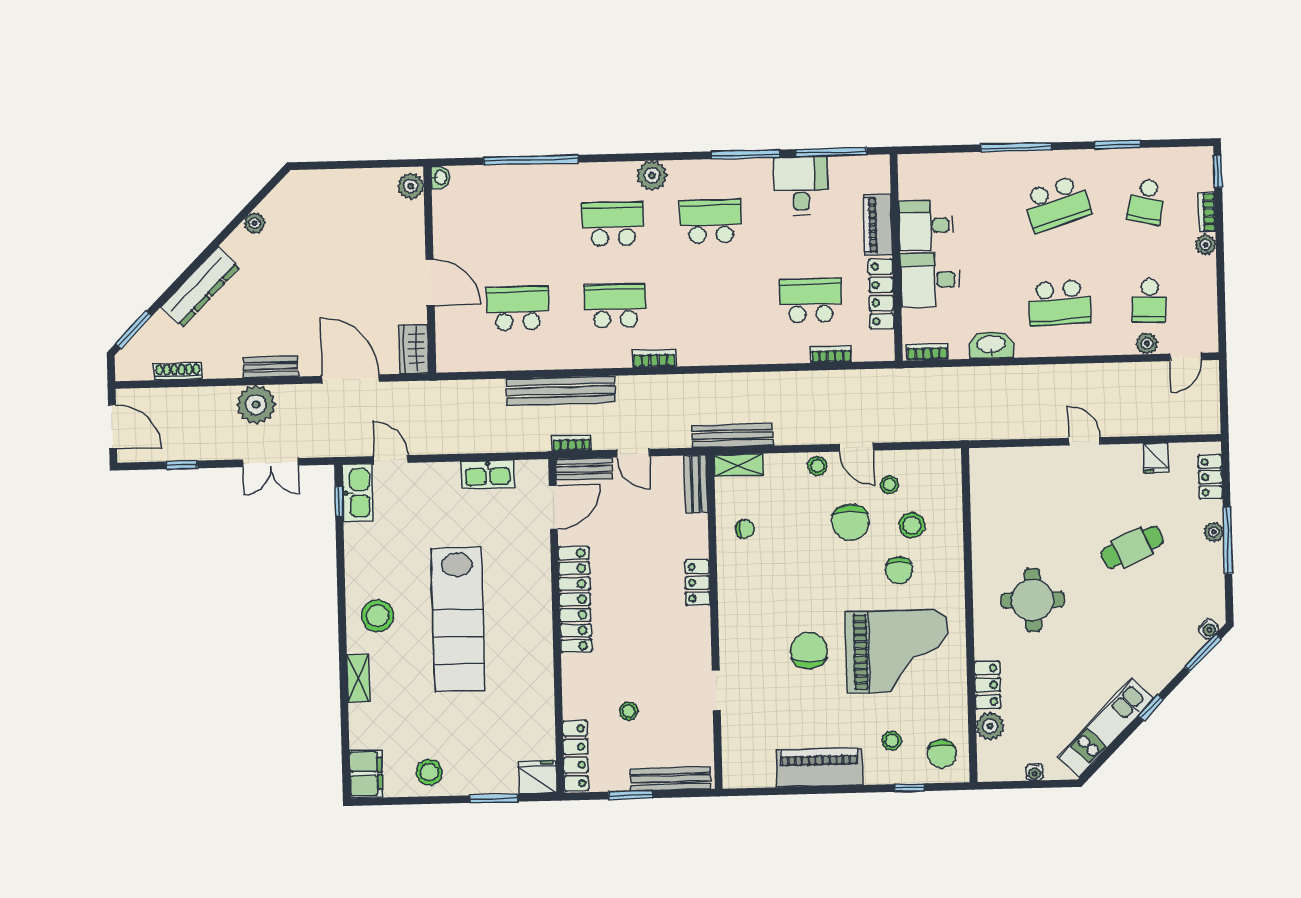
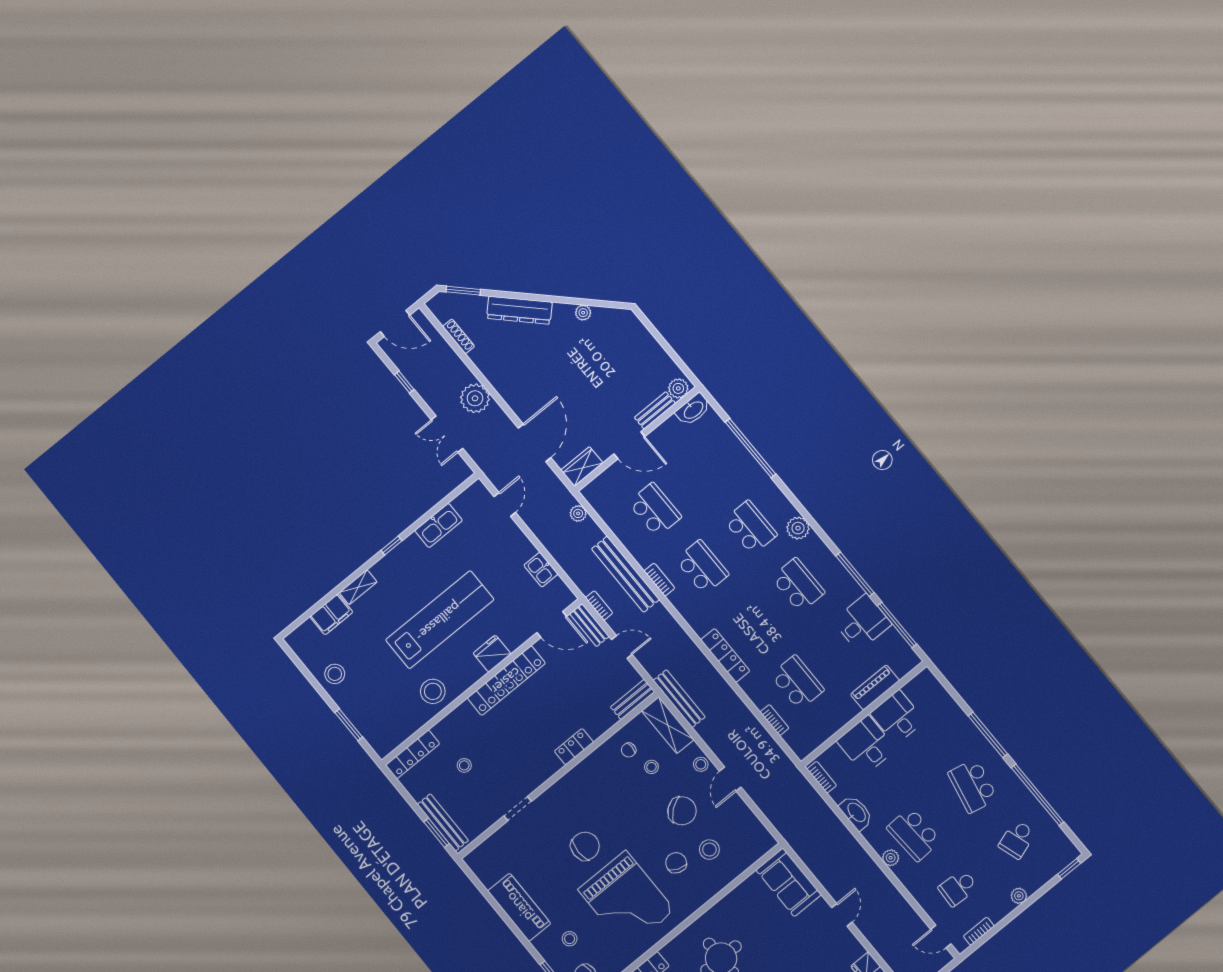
window: (1117, 145) -> (1037, 795), width x2.11
washbasin: (440, 177) -> (693, 410), width x1.91, depth x1.45
school desk: (1147, 201) -> (1017, 839), turned -30
school desk: (1057, 204) -> (973, 786), turned 30
bookcase: (1207, 212) -> (979, 931), moved
door: (430, 283) -> (629, 445), hinge flipped
locker: (881, 294) -> (725, 655), moved, turned 90
plant: (1147, 343) -> (891, 858), moved
bookcase: (654, 358) -> (659, 580), moved
bench: (271, 367) -> (655, 410), moved, turned 90
plant: (460, 391) -> (578, 513), added
door: (113, 427) -> (395, 323), hinge flipped
door: (633, 453) -> (622, 647), swing flipped
shelving: (738, 465) -> (668, 725), width x1.50, depth x1.33
sofa: (1009, 470) -> (789, 882), added
kitchen sink: (488, 475) -> (541, 570), width x0.73
stool: (889, 485) -> (651, 767), moved
kitchen sink: (358, 493) -> (439, 525), moved
window: (339, 501) -> (392, 546), moved
chair: (850, 522) -> (682, 811), turned -128
chair: (745, 529) -> (629, 750), turned 90
chair: (899, 570) -> (676, 863), turned 112
stool: (377, 616) -> (433, 691), moved
lab bench: (458, 619) -> (440, 620), turned 180
filing cabinet: (366, 774) -> (331, 614), moved
fridge: (537, 777) -> (492, 654), moved, turned -90
window: (631, 795) -> (437, 833), moved

